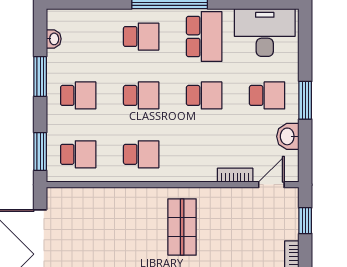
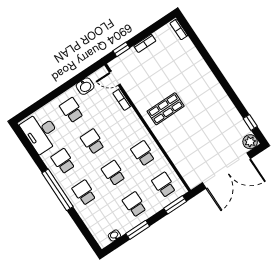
school desk: (204, 37) -> (63, 161), width x0.54
window: (305, 100) -> (61, 90), removed

